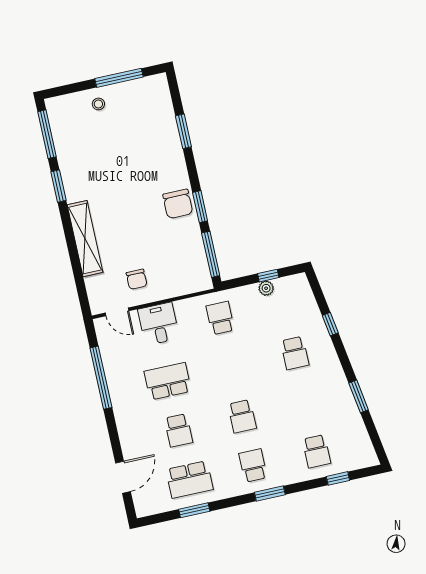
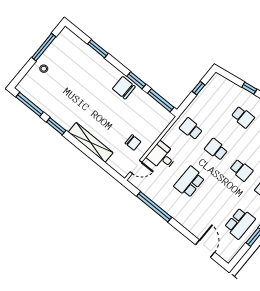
chair: (178, 204) -> (124, 88), turned 180
plant: (266, 288) -> (202, 95), removed
school desk: (179, 430) -> (216, 149), moved, turned 180

